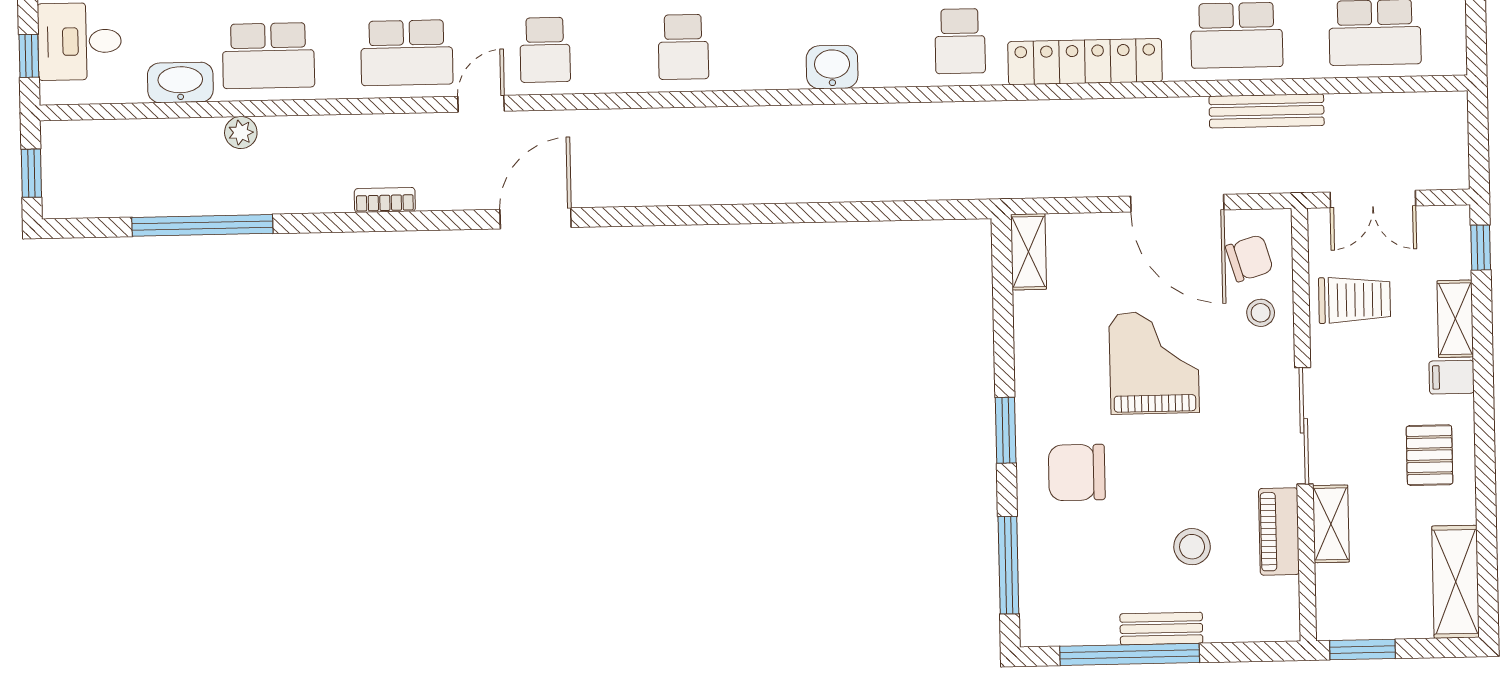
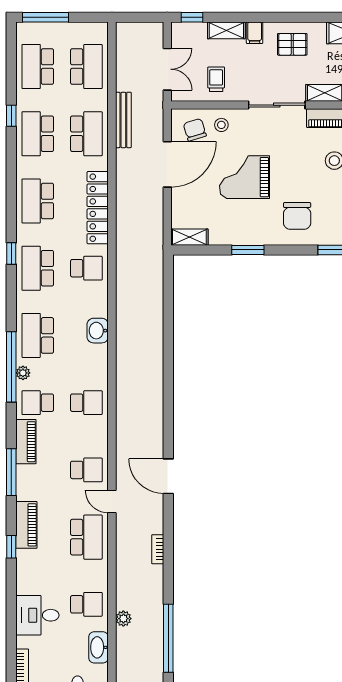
school desk: (268, 56) -> (86, 604), width x0.54
trolley: (1355, 300) -> (216, 79), width x0.73, depth x0.72
window: (1006, 430) -> (248, 250), moved

